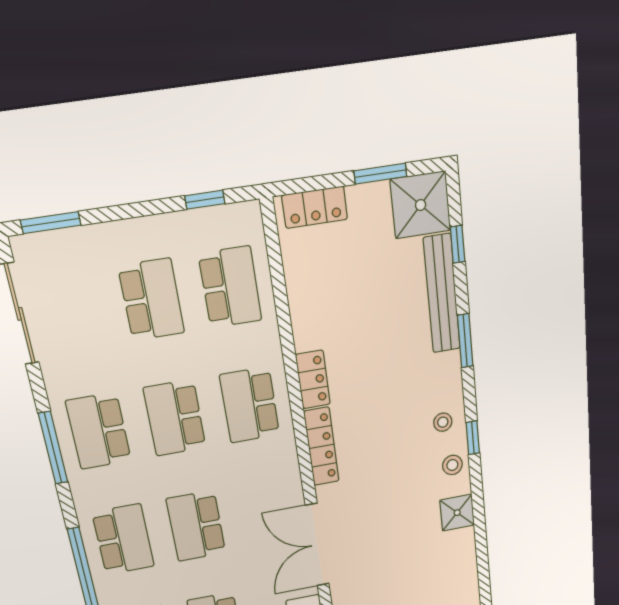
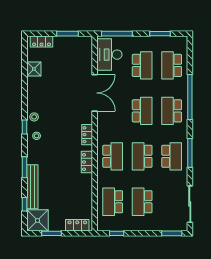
school desk: (175, 418) -> (142, 156), turned 180
locker: (321, 446) -> (87, 135), width x0.66
shower: (457, 513) -> (34, 69), moved

